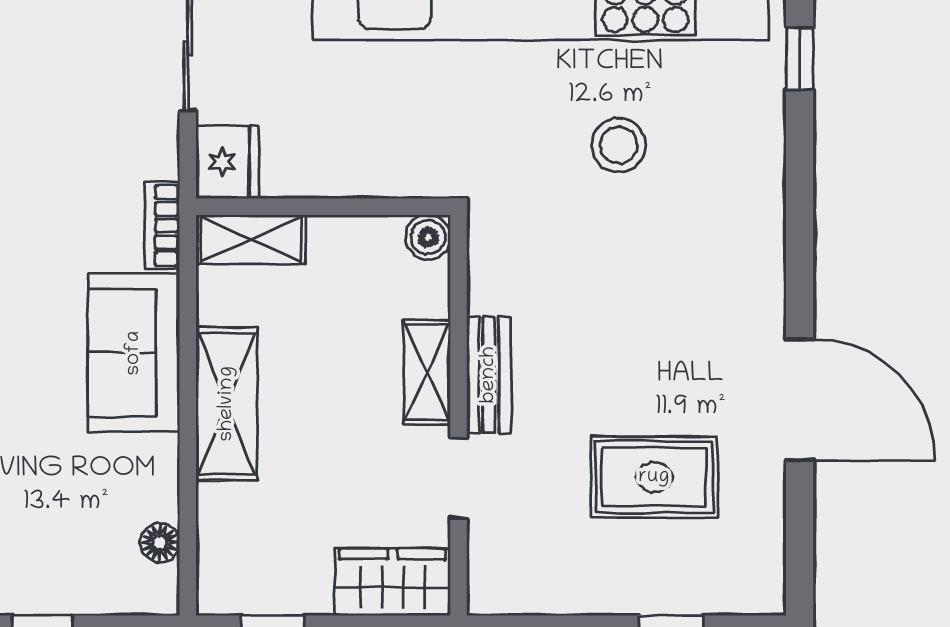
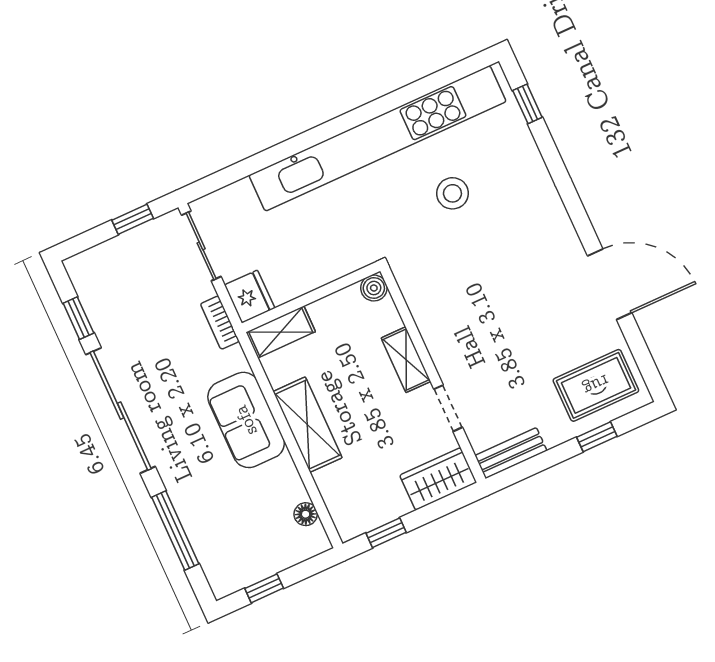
bookcase: (162, 226) -> (220, 323), moved
bench: (489, 375) -> (511, 453), moved, turned 90
rug: (654, 477) -> (596, 385), moved

